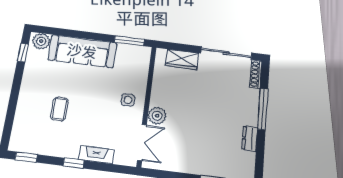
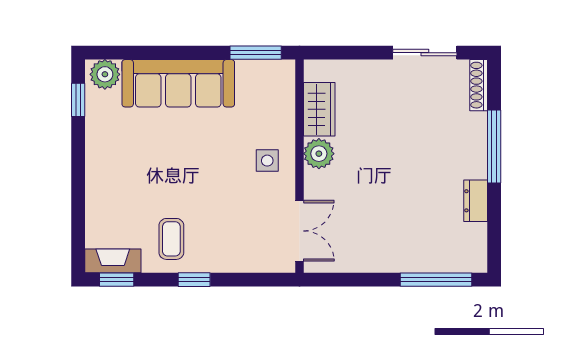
sliding door: (226, 53) -> (425, 53), width x0.73
wardrobe: (182, 59) -> (319, 109), moved, turned -90
coffee table: (59, 109) -> (171, 239), moved
plant: (157, 116) -> (319, 154), moved
fireplace: (96, 155) -> (113, 261), moved

